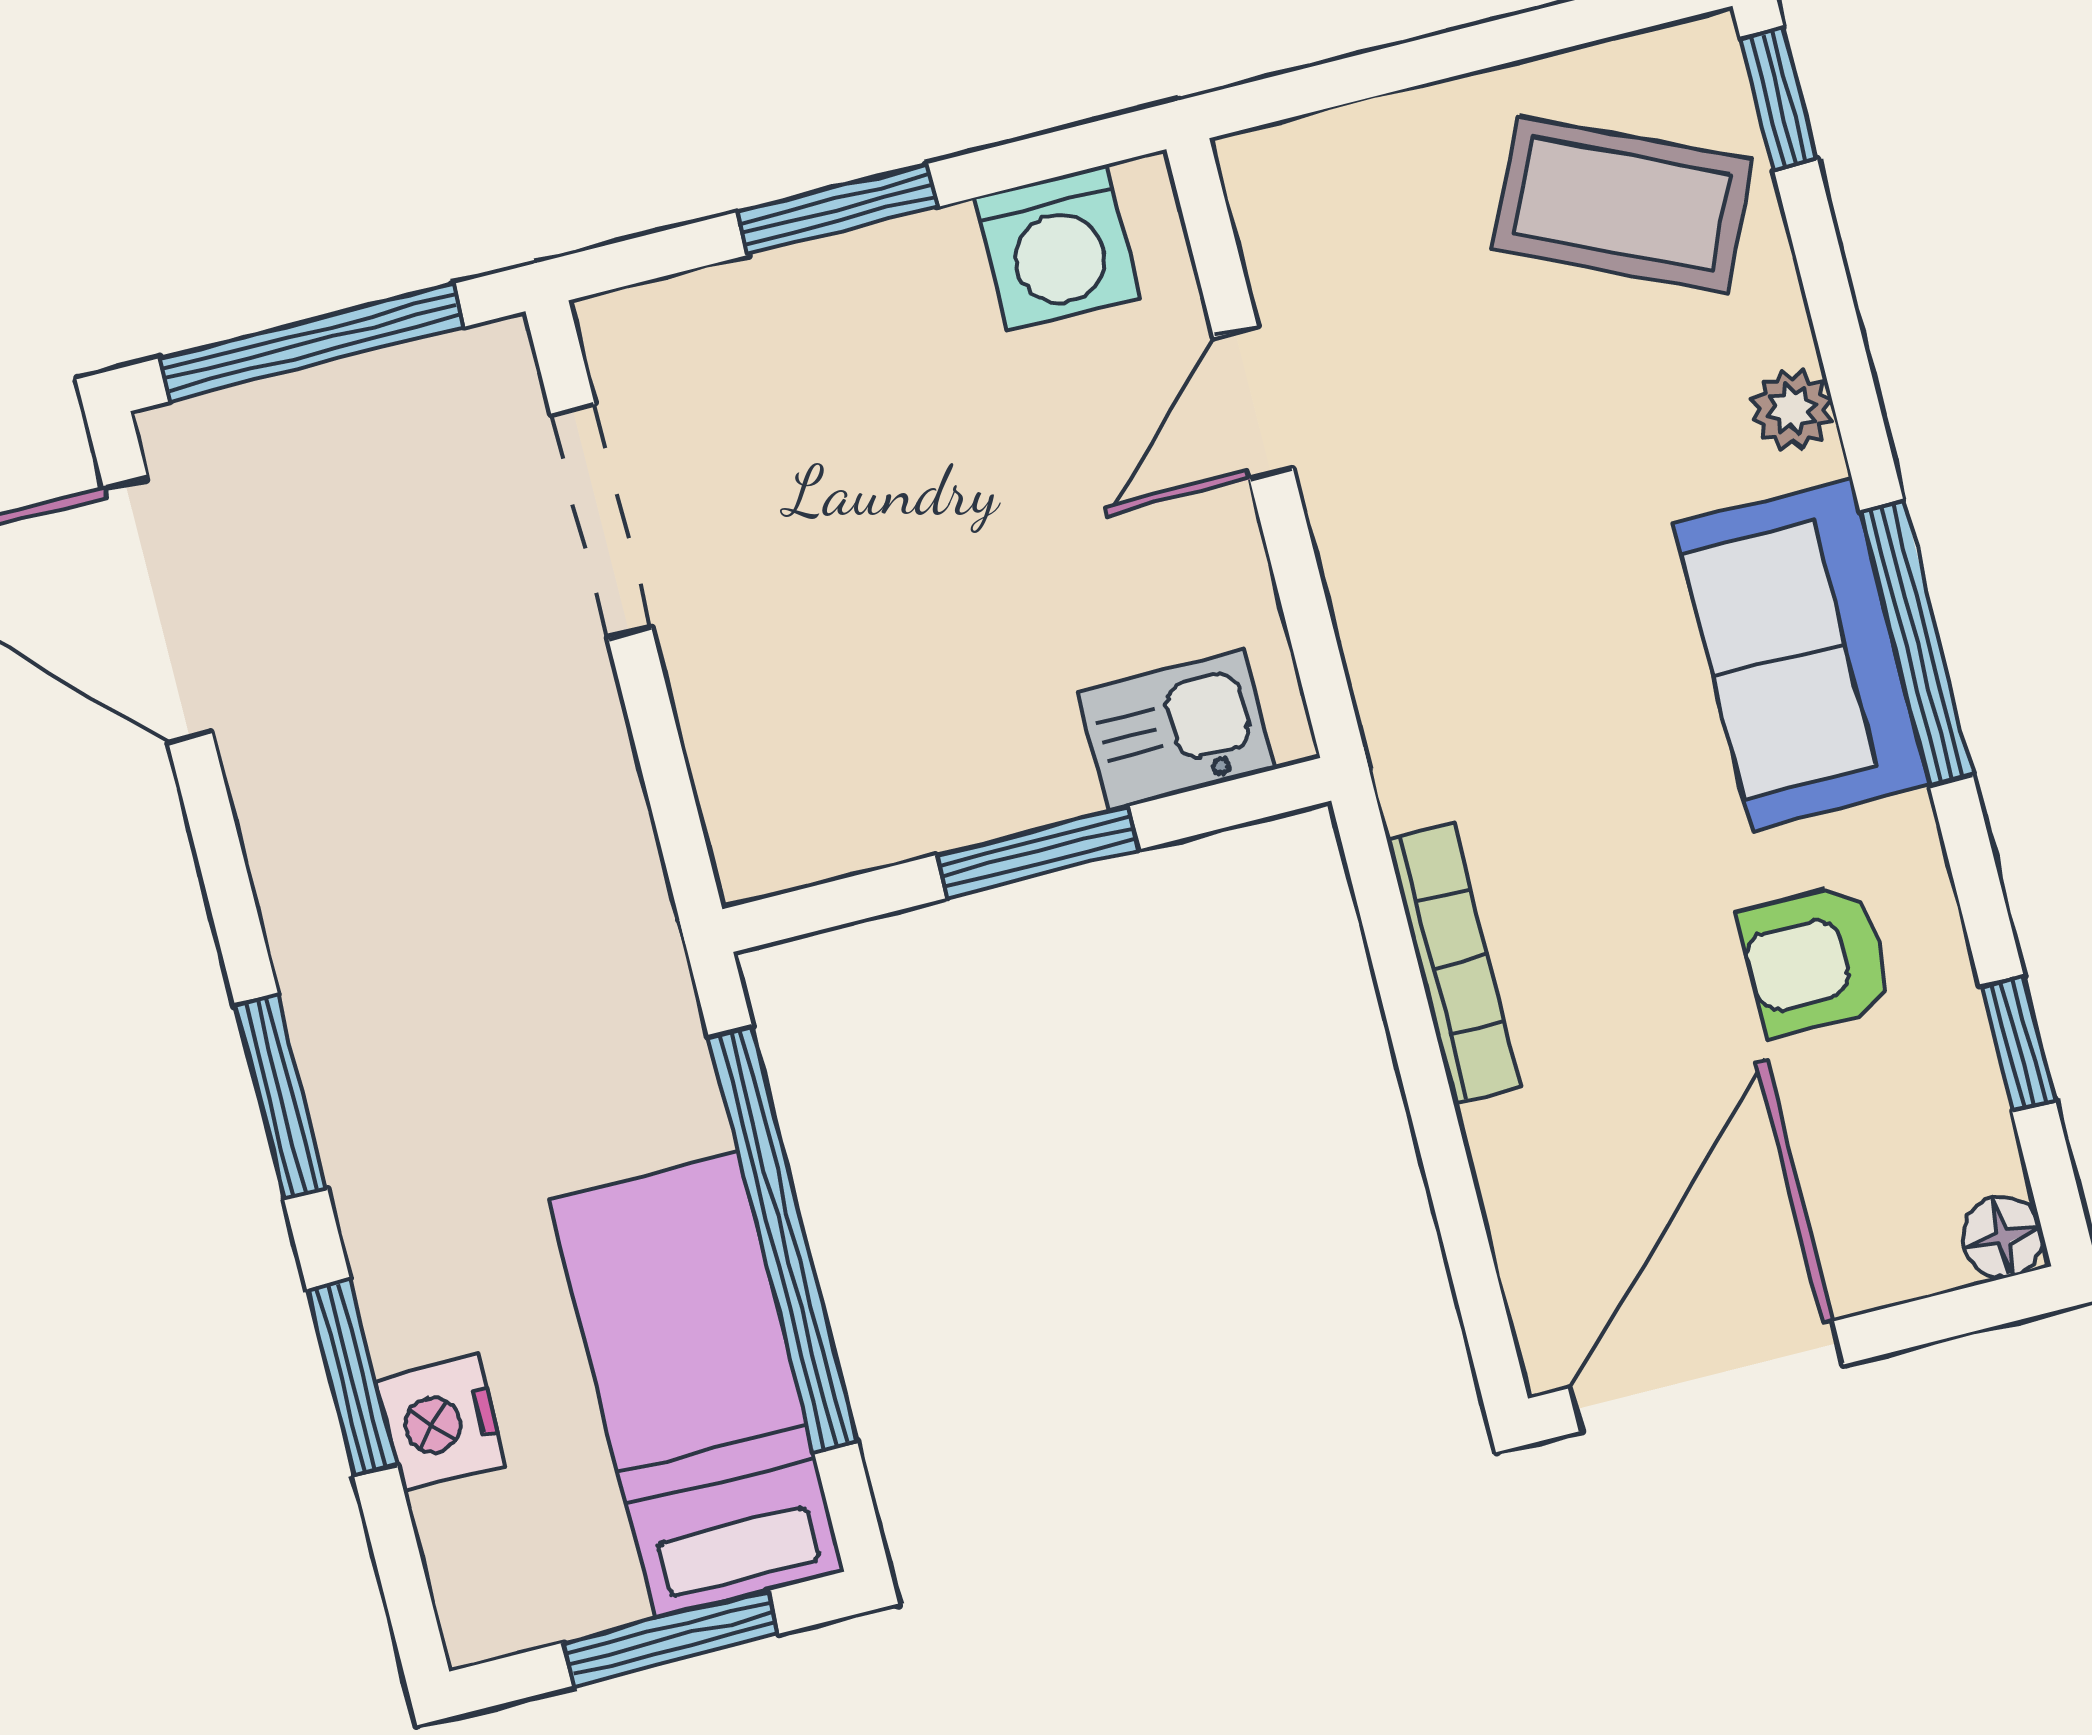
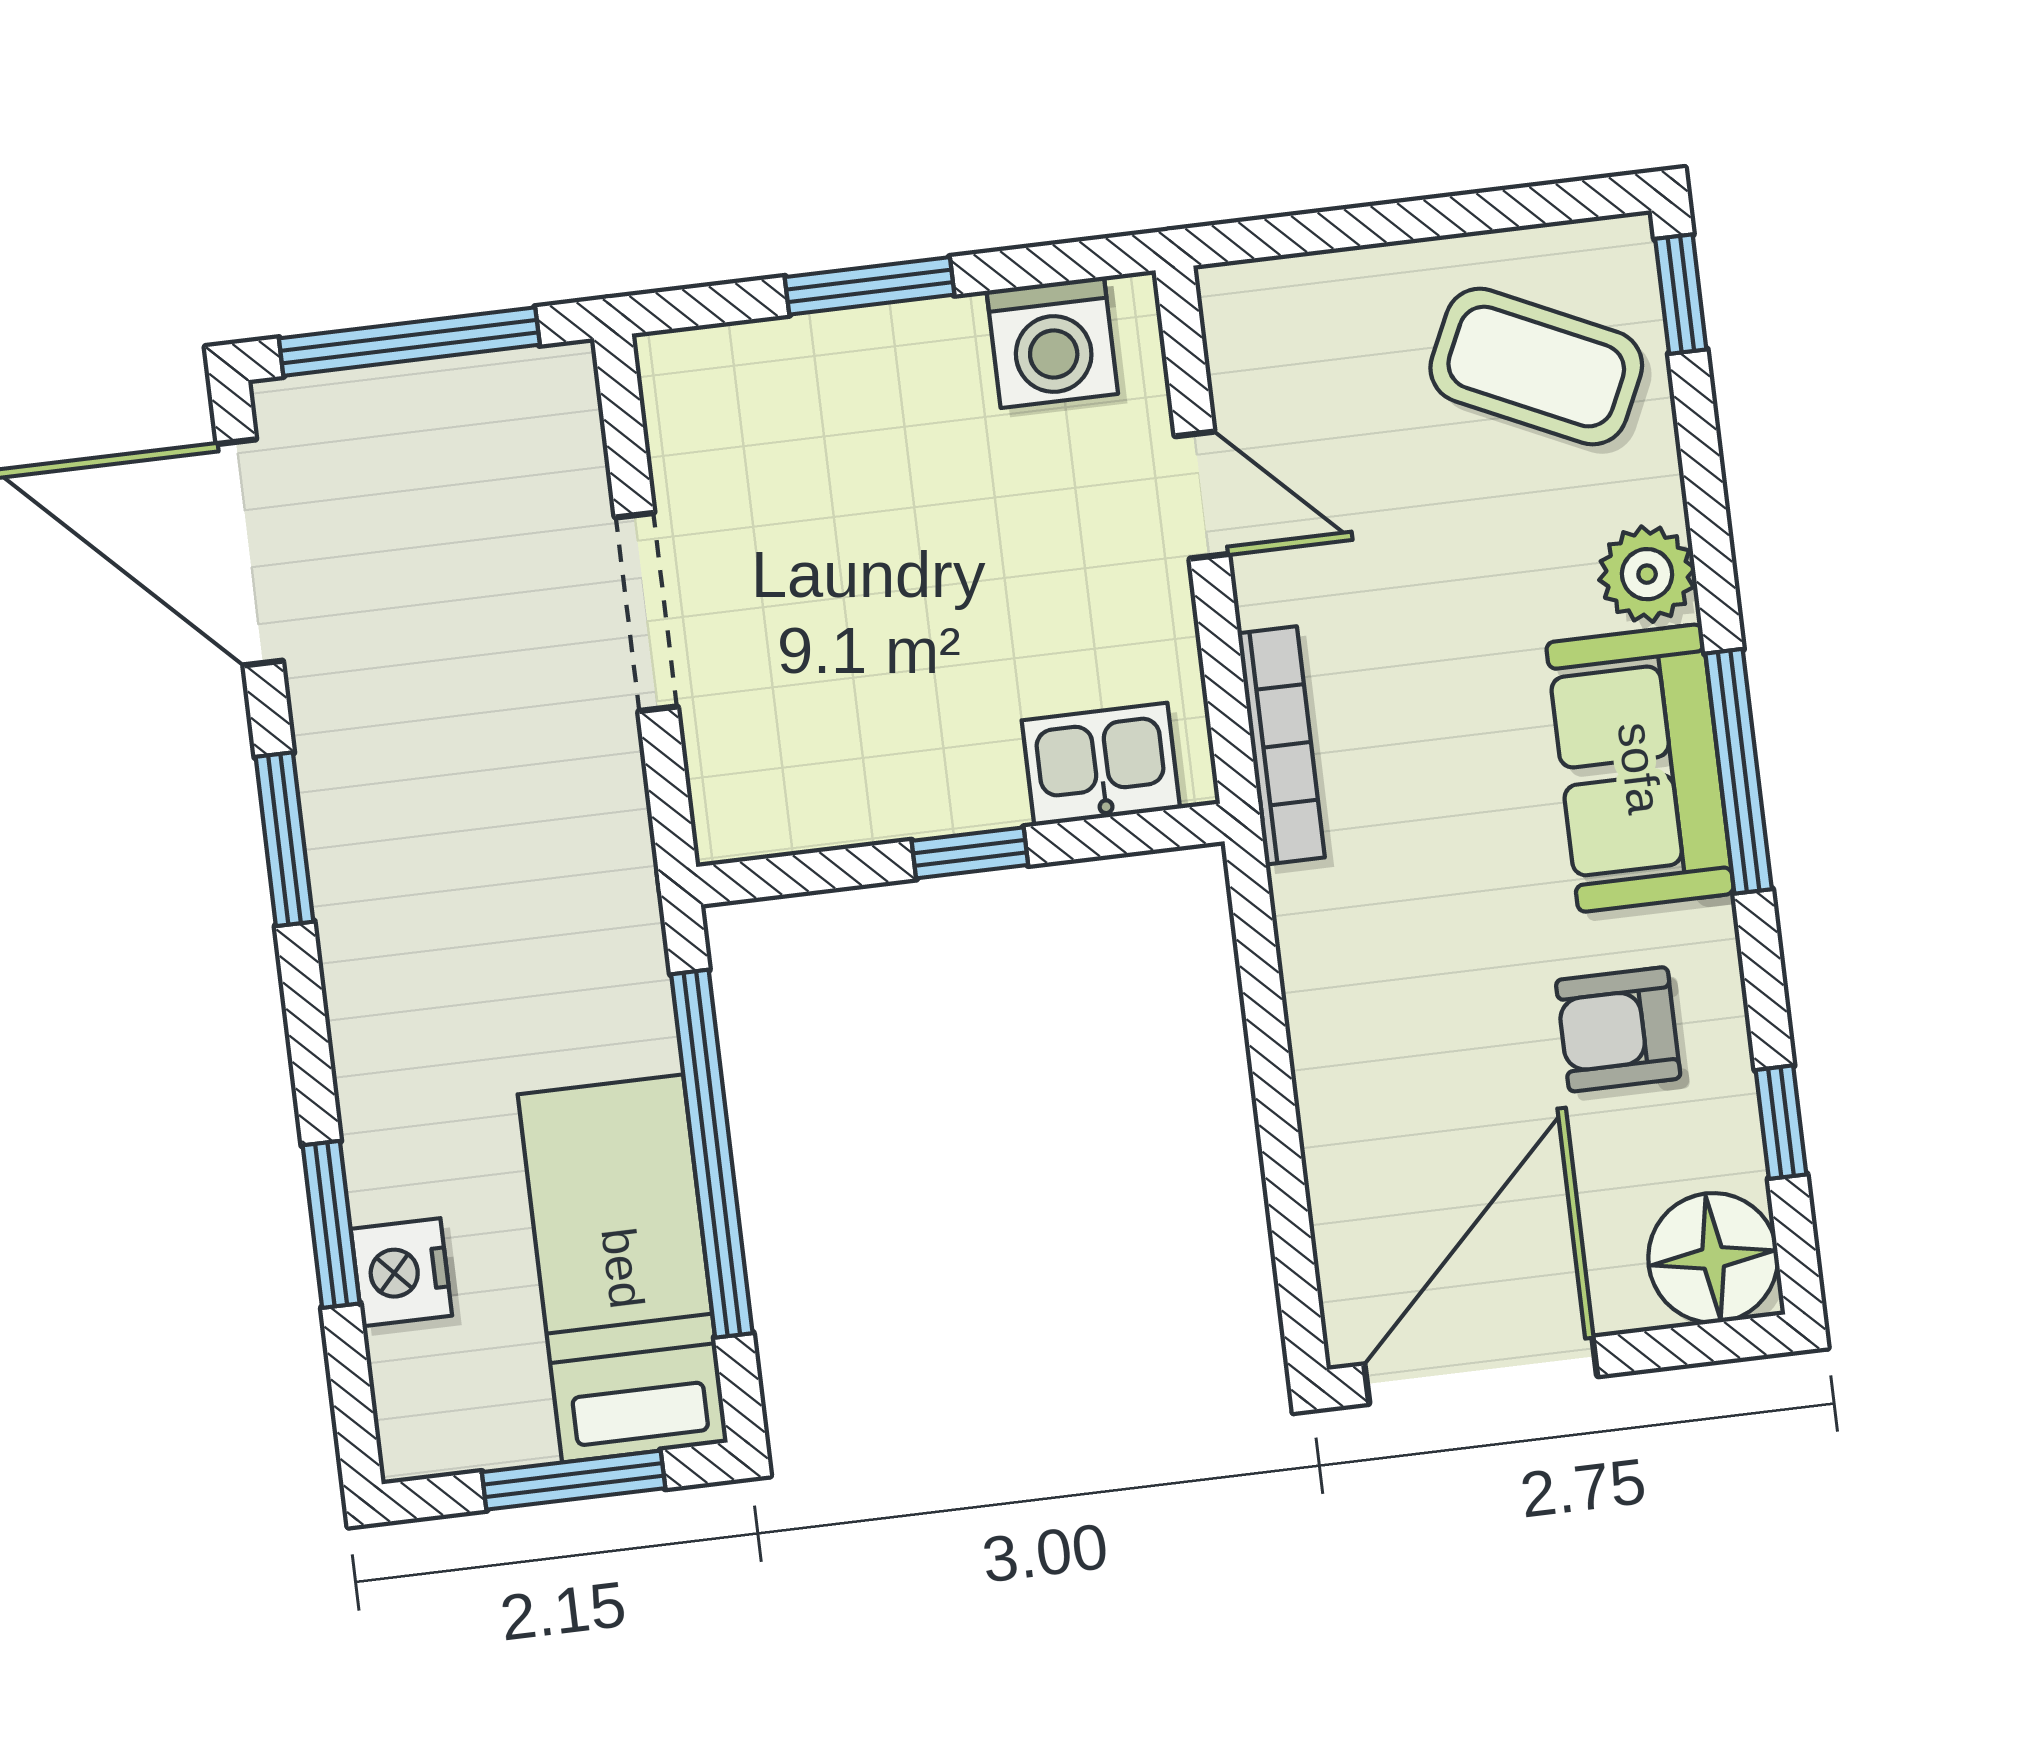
door: (1253, 403) -> (1202, 495), swing flipped
plant: (1792, 410) -> (1647, 574), width x1.38, depth x1.38
doorway: (601, 521) -> (646, 612), moved
window: (1038, 852) -> (970, 853), width x0.67
bookcase: (1454, 963) -> (1281, 745), moved
window: (281, 1097) -> (284, 839), moved
floor lamp: (2003, 1237) -> (1713, 1258), width x1.89, depth x1.89

